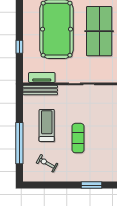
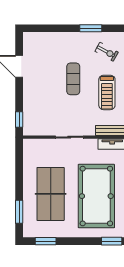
window: (91, 185) -> (91, 28), moved

